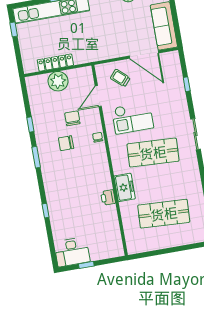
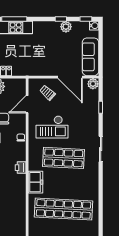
plant: (173, 58) -> (93, 84), added
printer: (108, 197) -> (21, 168), moved
shop shelf: (164, 214) -> (64, 209), width x1.40

